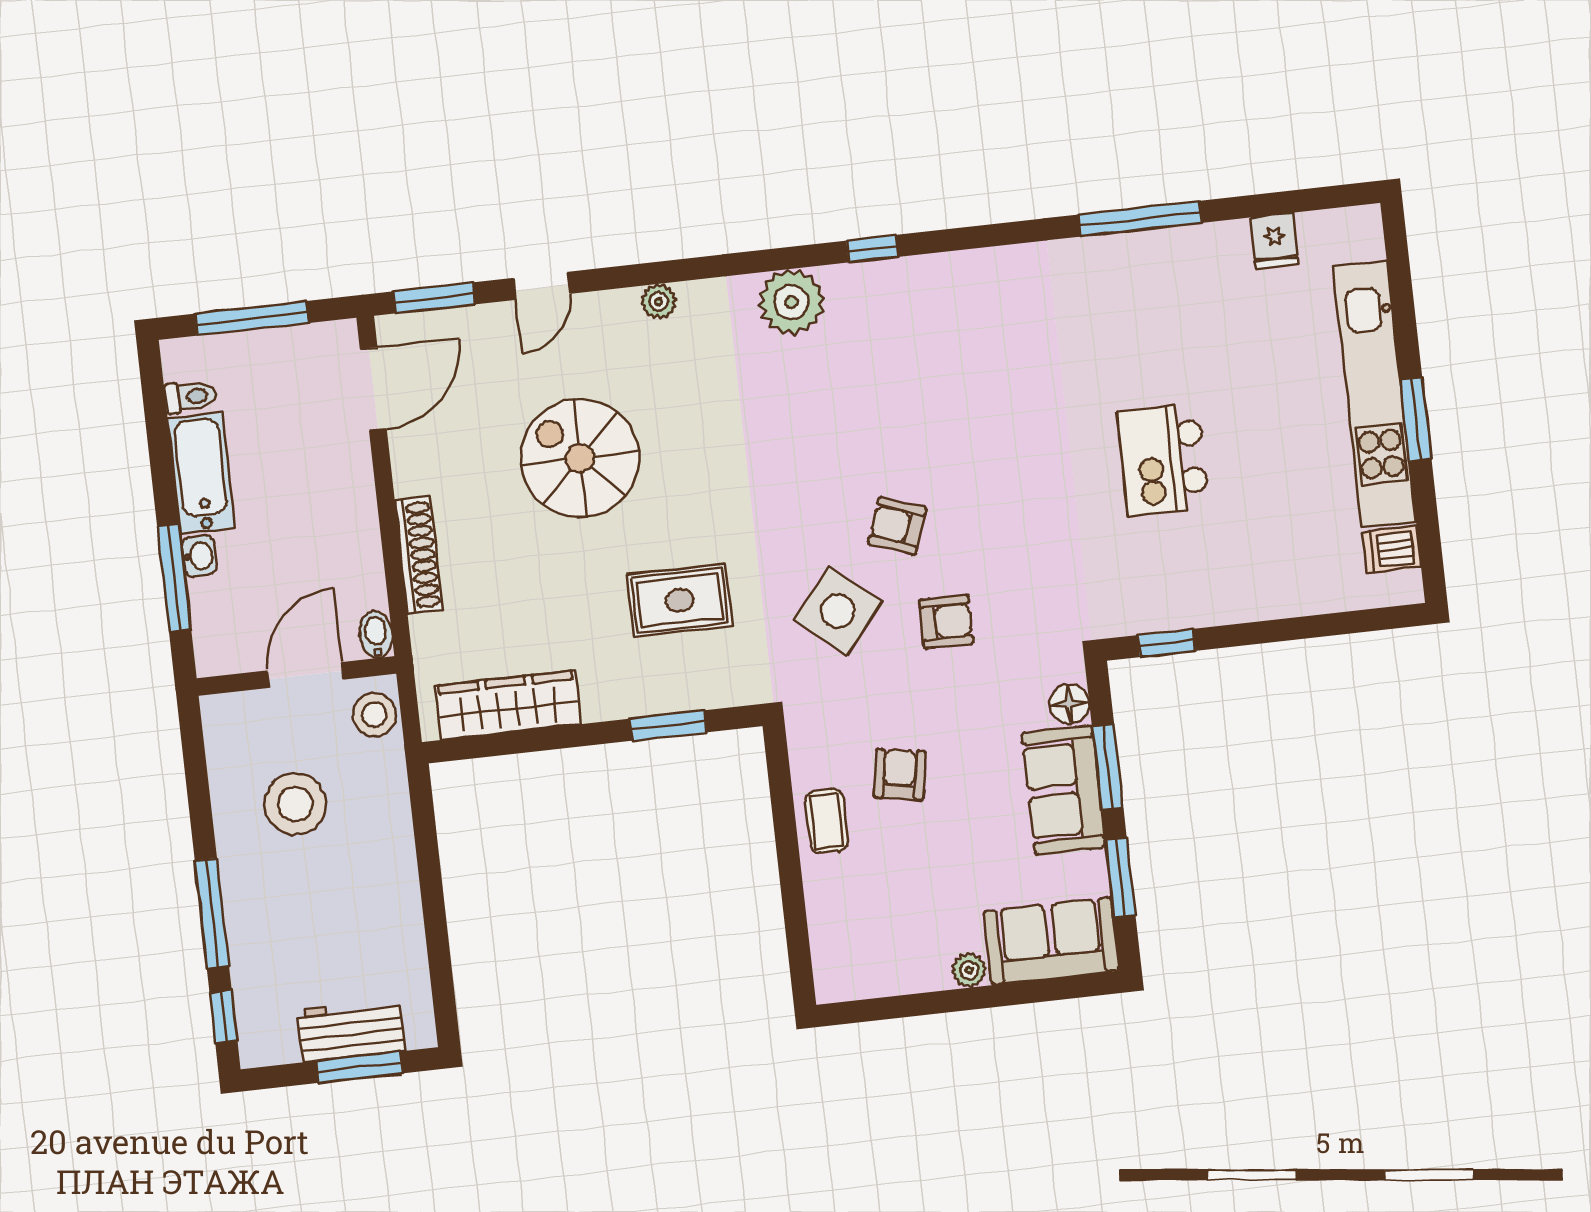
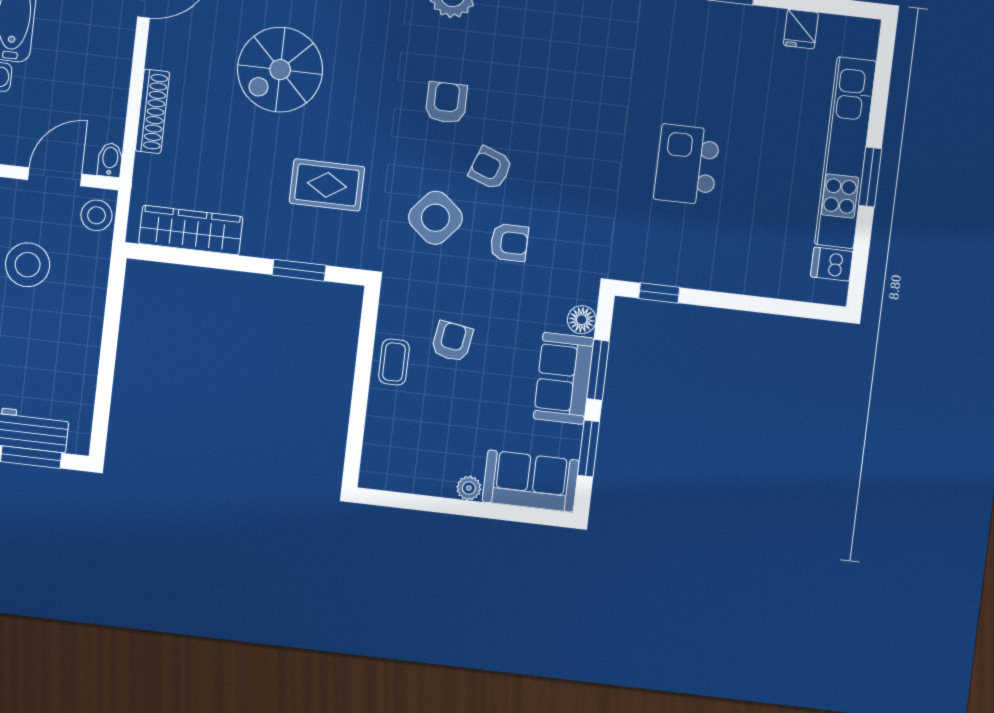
armchair: (816, 451) -> (446, 103), added
spiral stairs: (580, 458) -> (280, 70), turned -90

